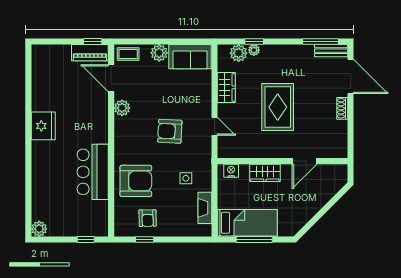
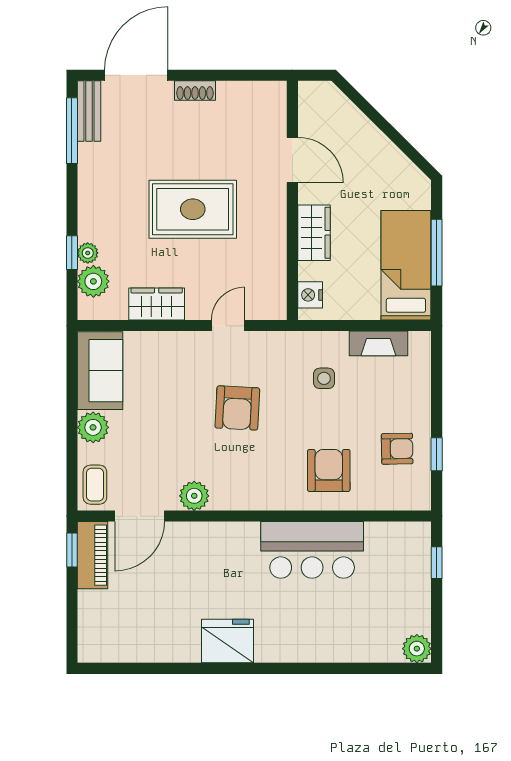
armchair: (136, 181) -> (329, 470), width x0.73, depth x0.73

